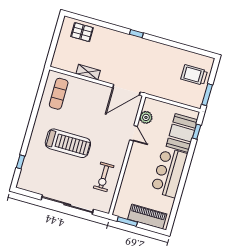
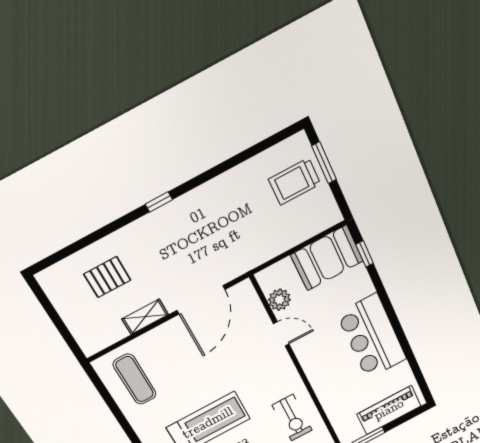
pallet: (82, 32) -> (107, 277), moved
door: (127, 90) -> (201, 300), moved
window: (207, 95) -> (324, 163), moved
booth: (182, 133) -> (327, 258), moved, turned 90

